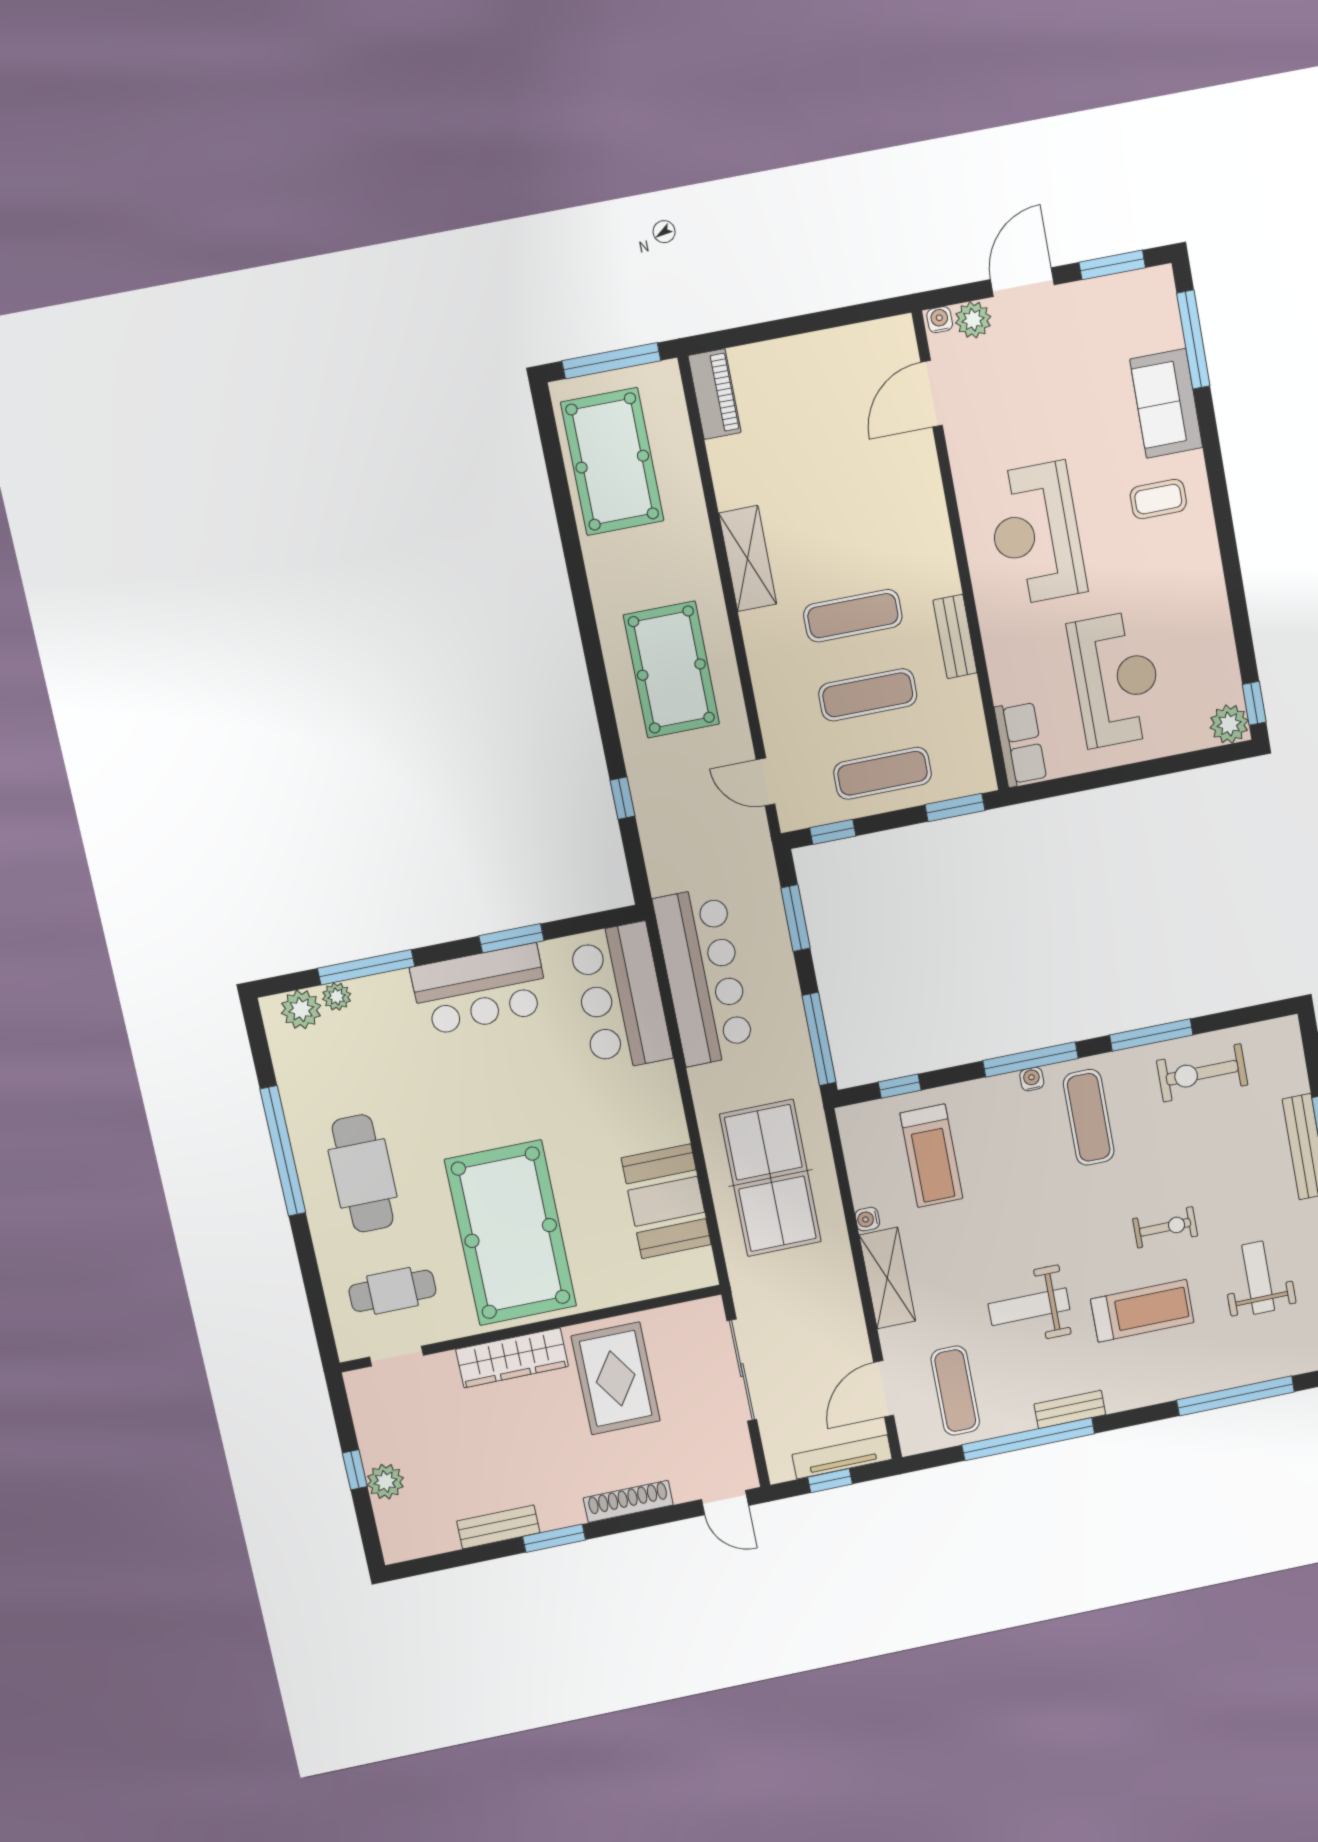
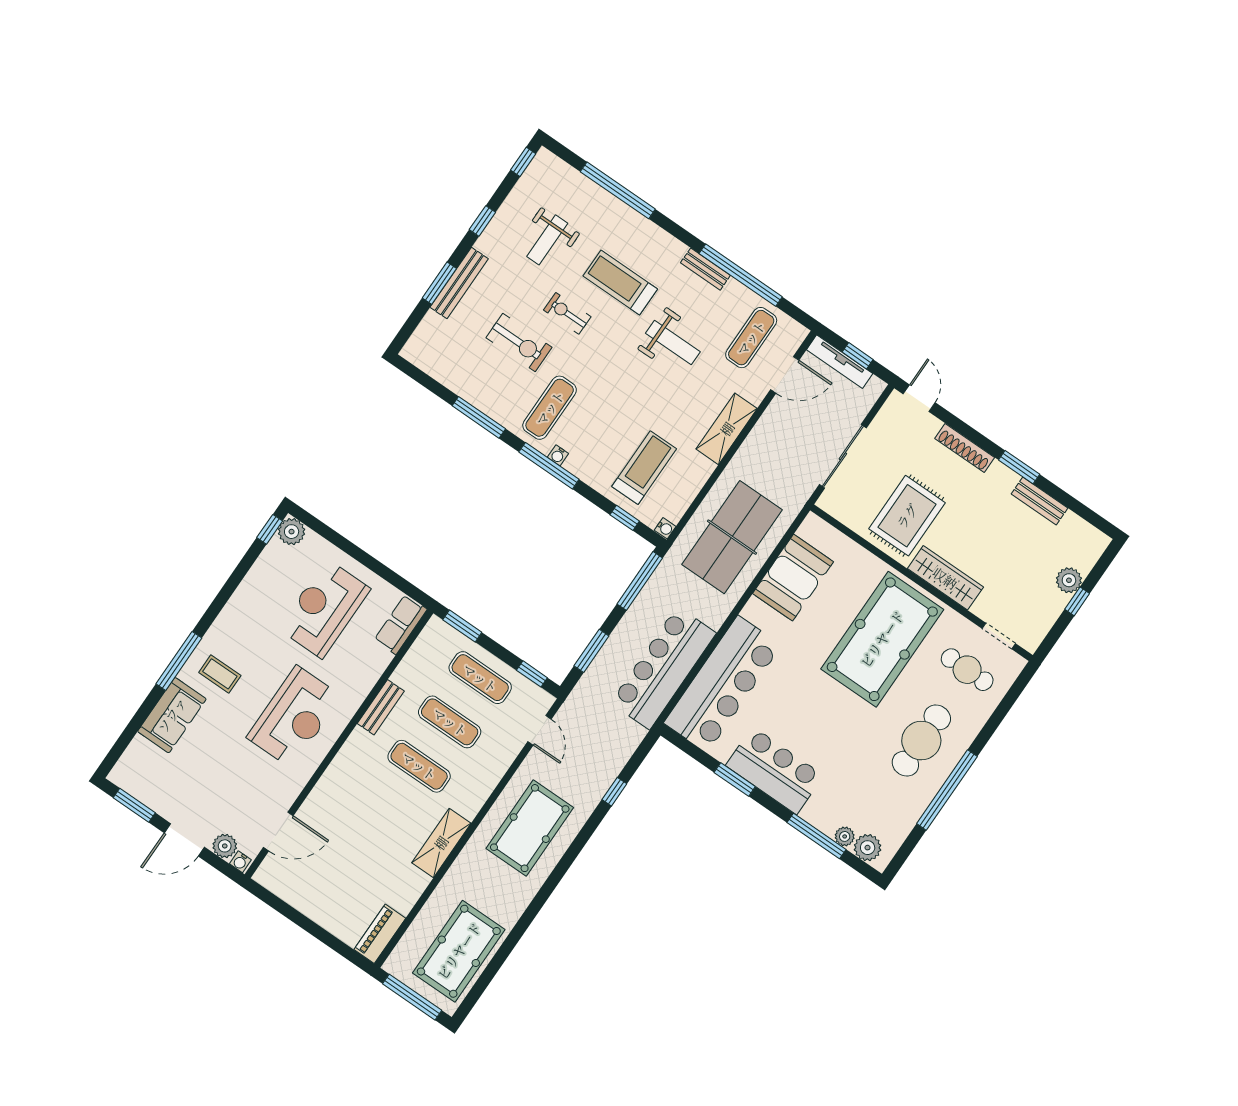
window: (1193, 340) -> (179, 661), moved
bar counter: (621, 997) -> (723, 684), width x1.36
exercise bike: (1202, 1073) -> (519, 343), moved
water cooler: (867, 1219) -> (665, 528), moved

